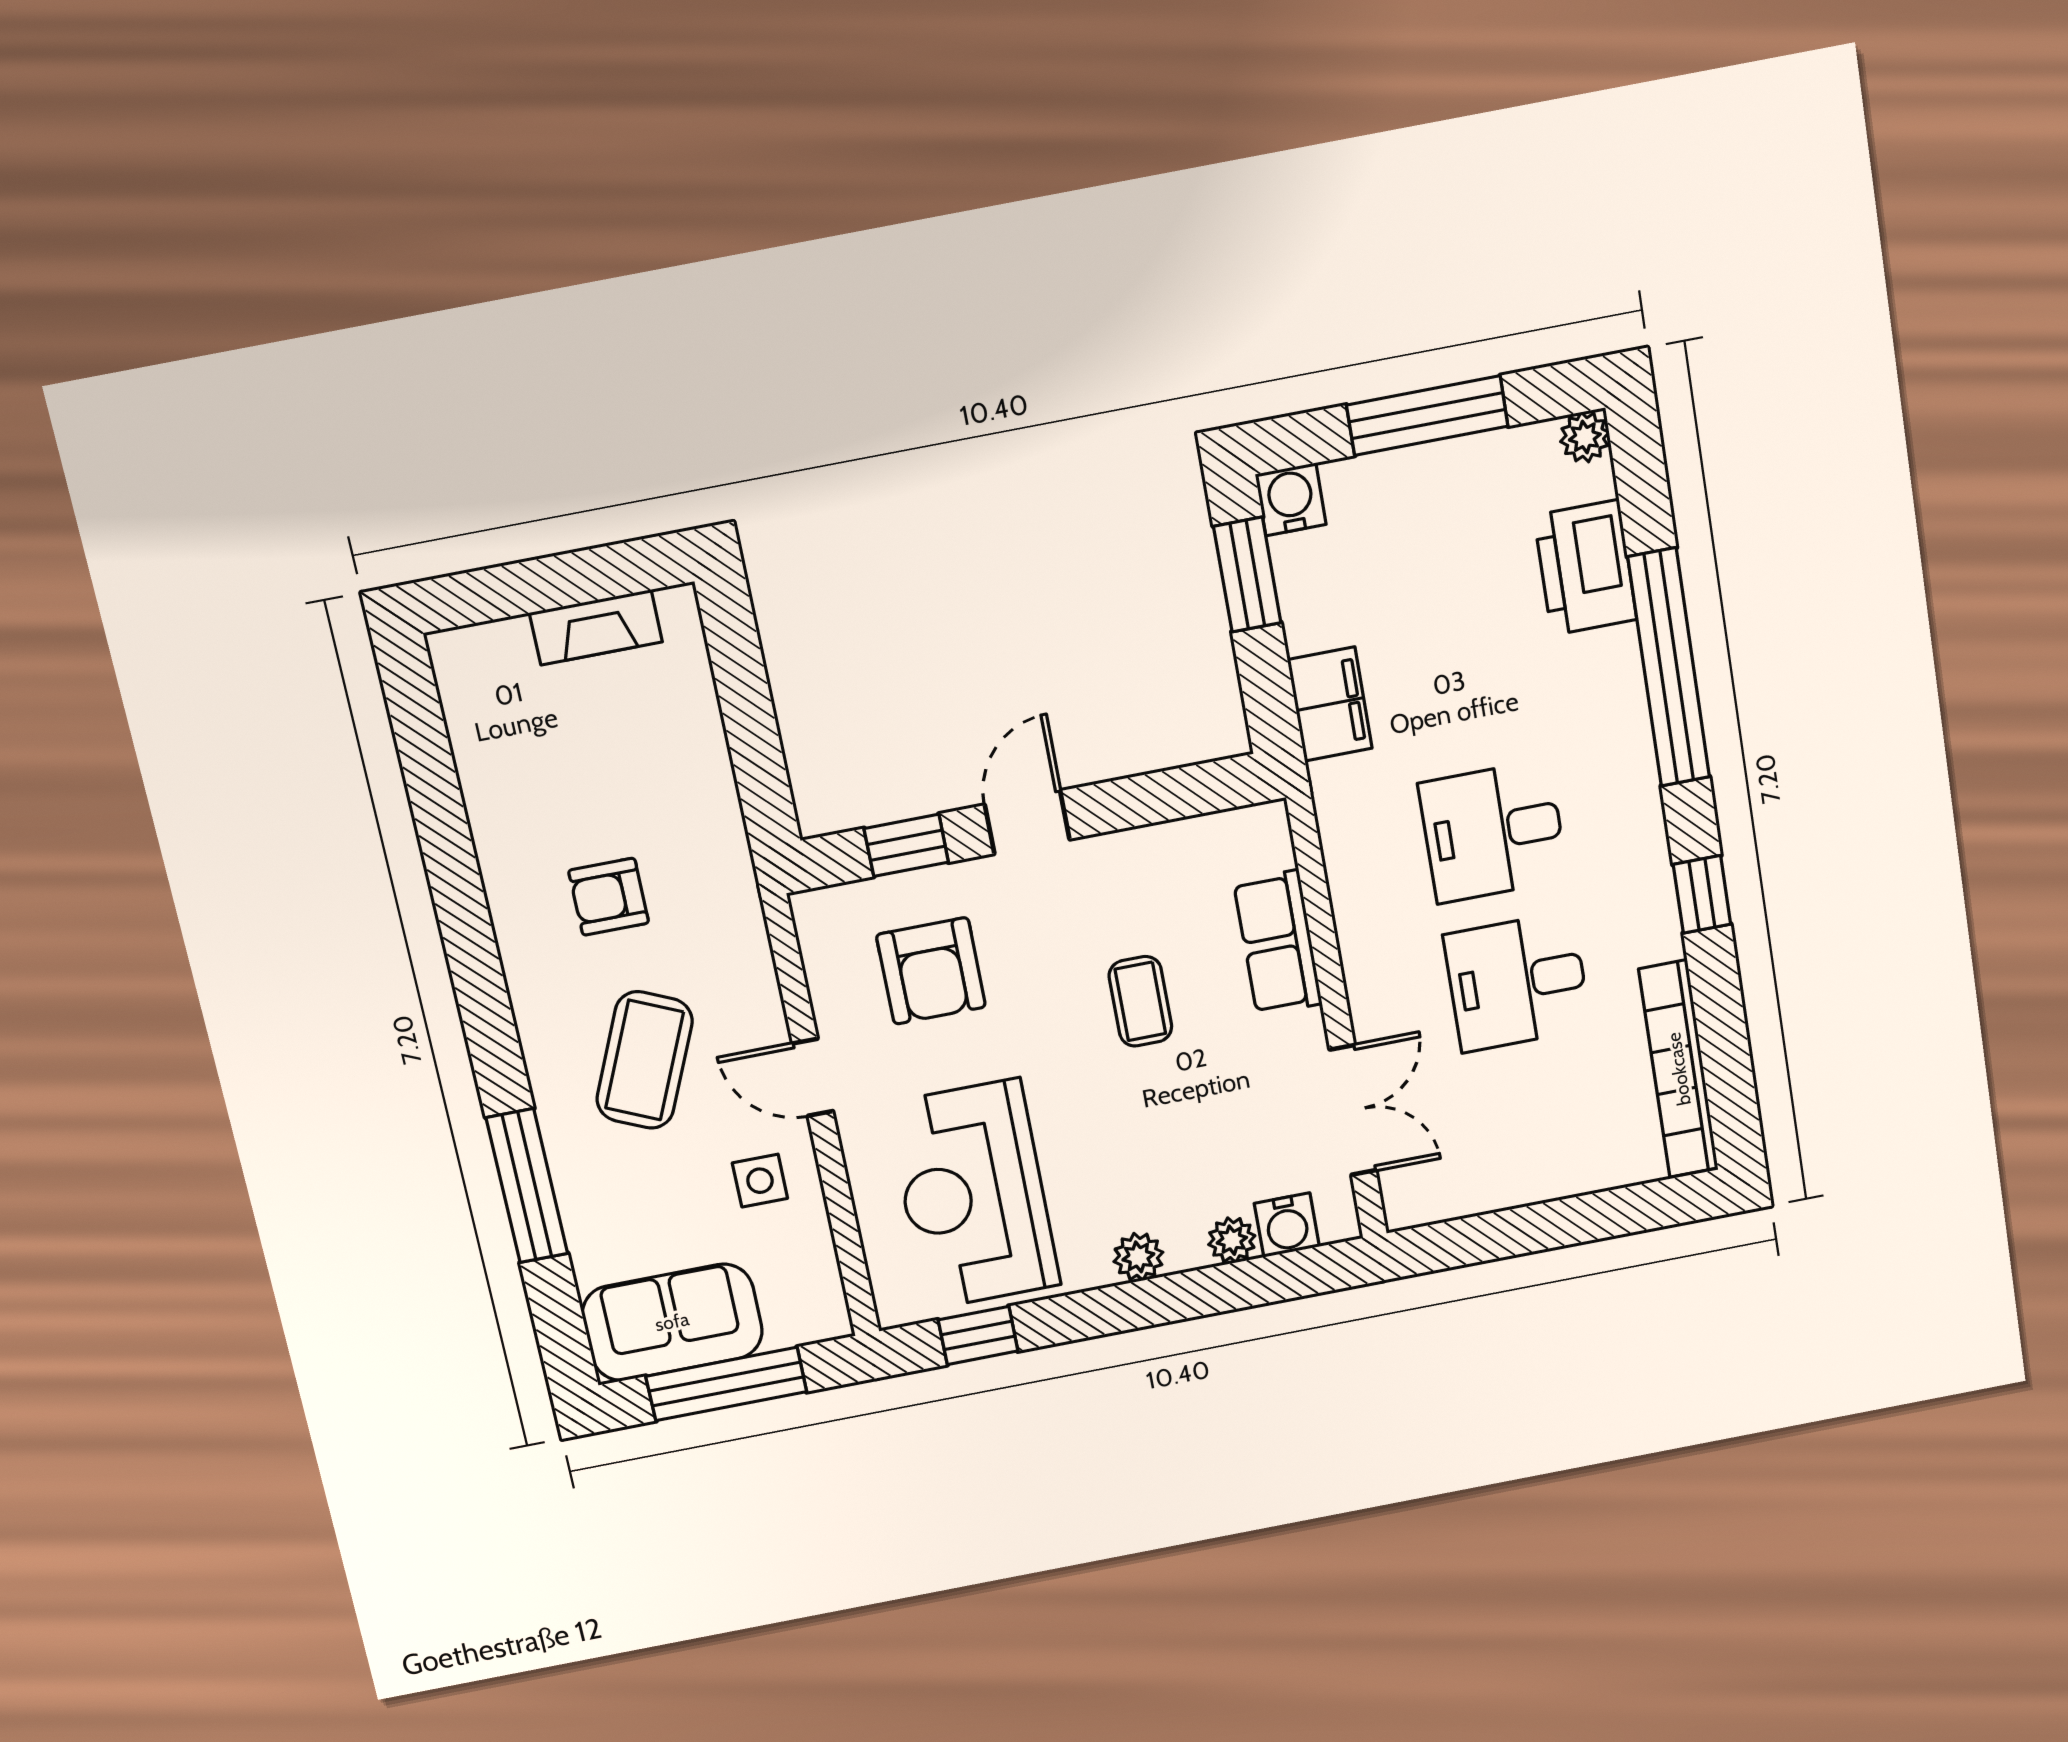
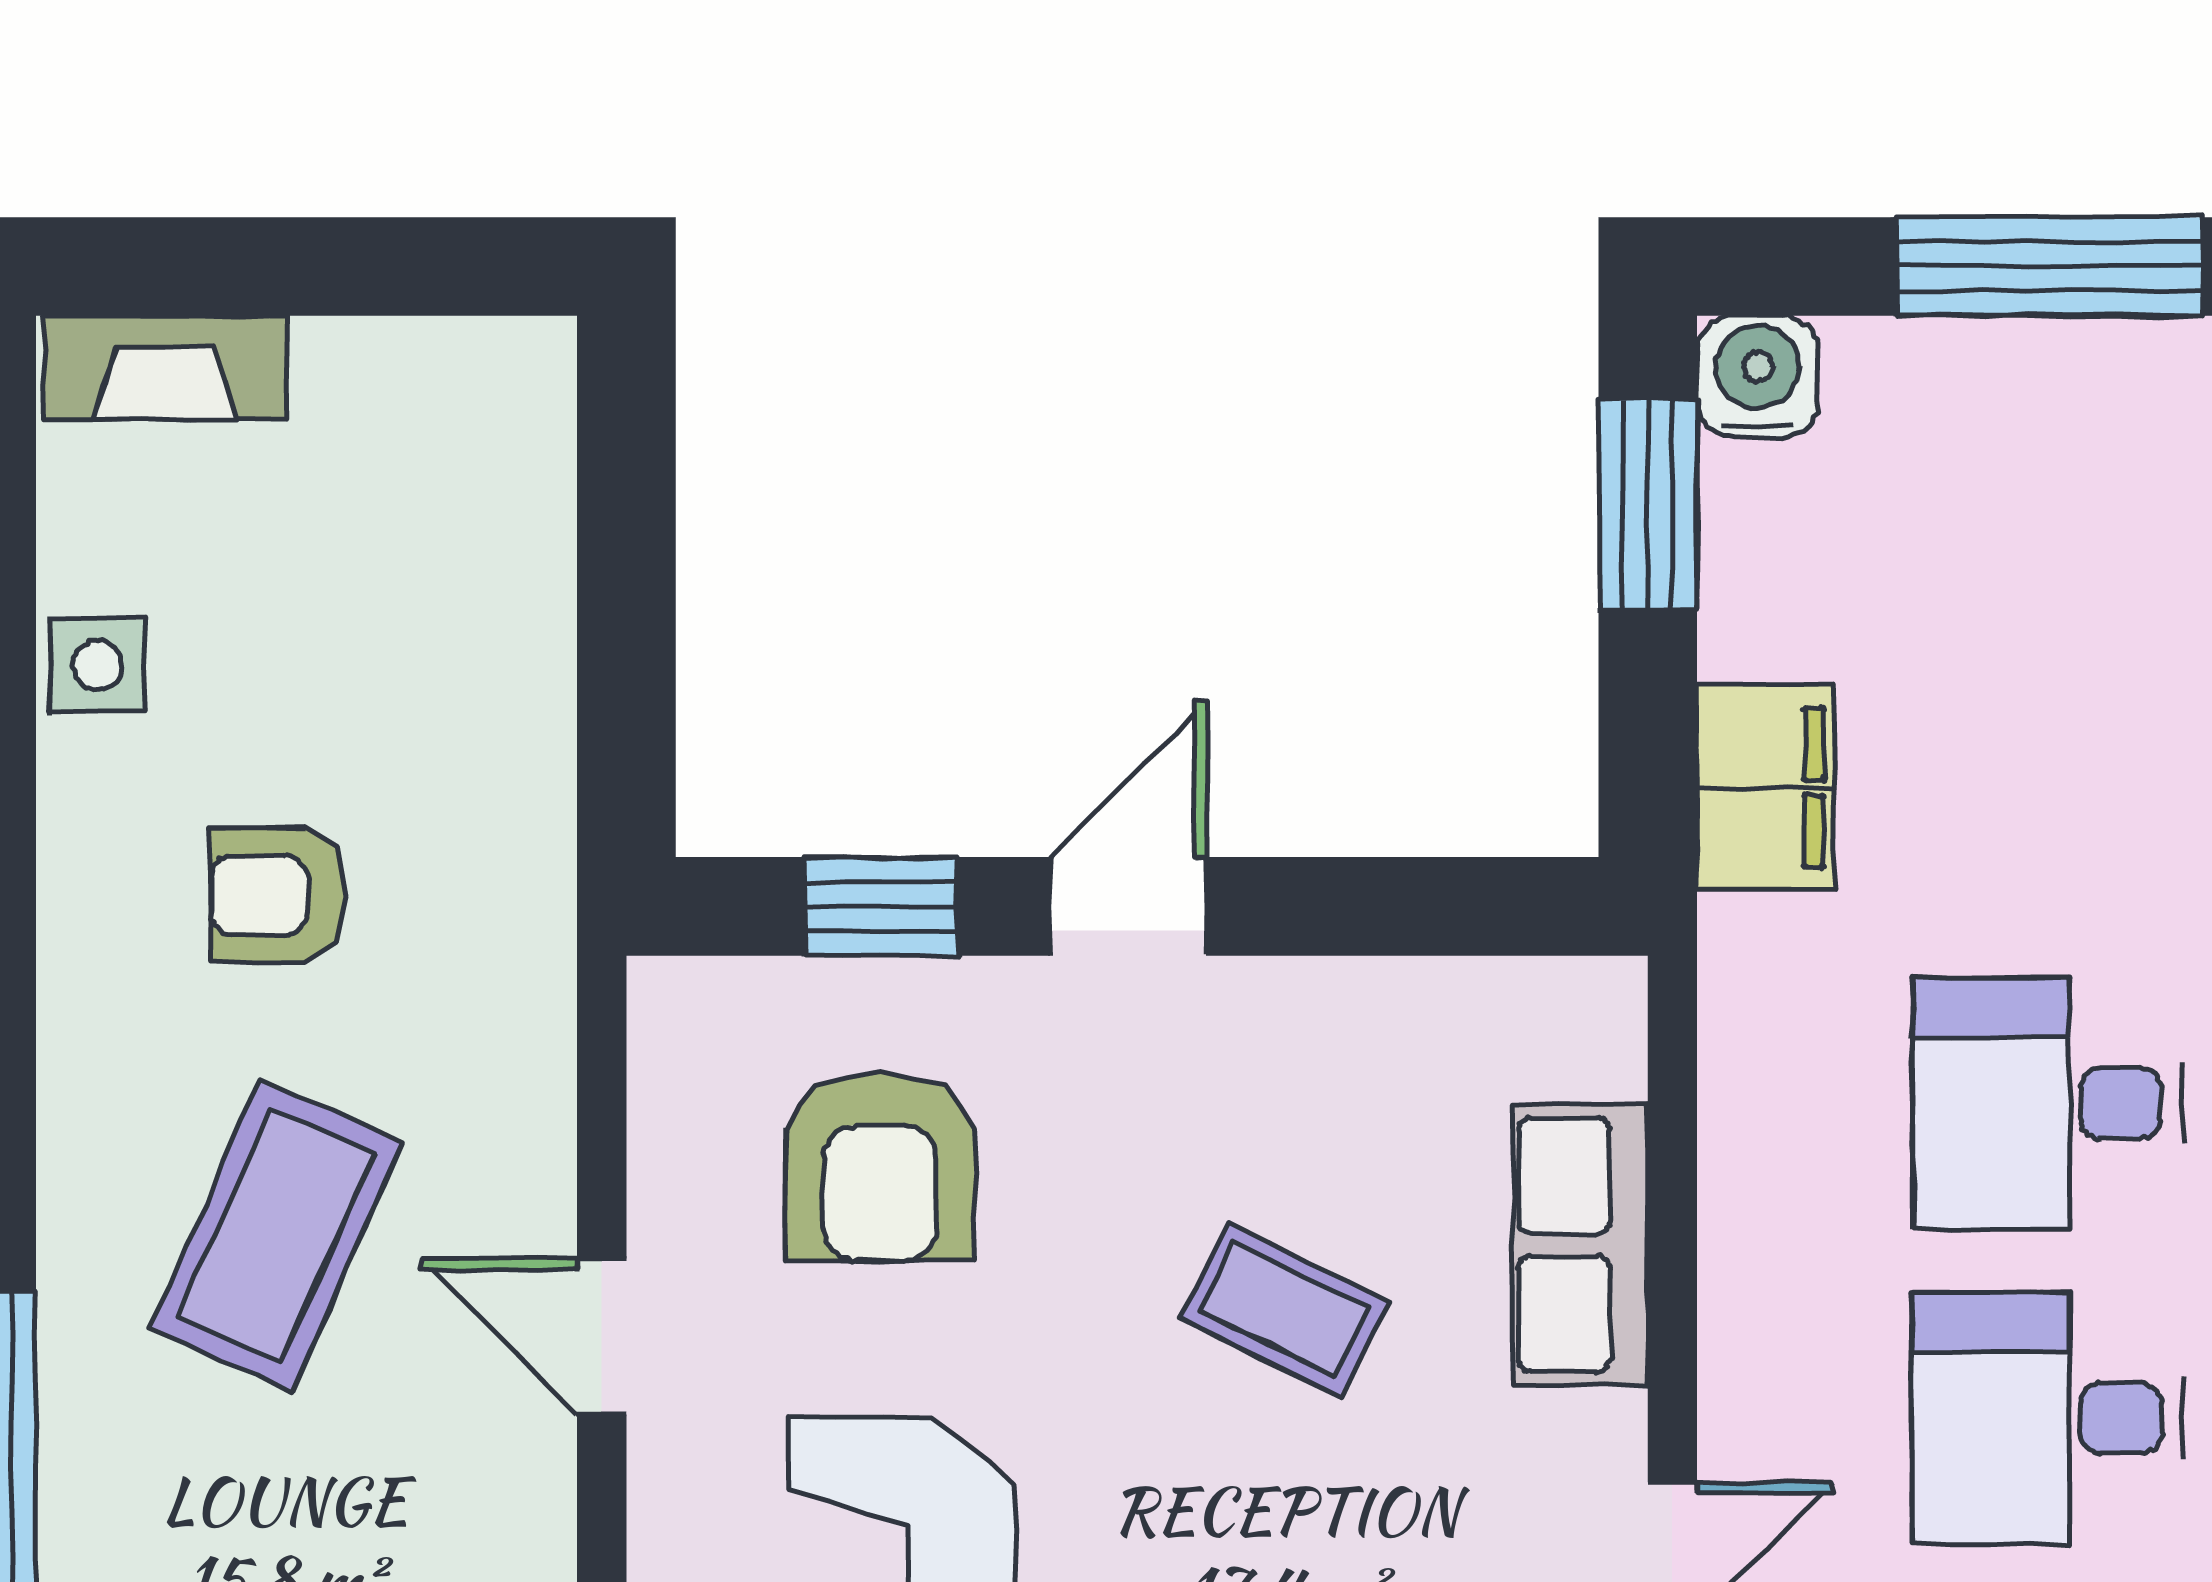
fireplace: (596, 627) -> (165, 368), moved
coffee table: (1140, 1001) -> (1284, 1310), turned -64
side table: (760, 1181) -> (98, 665), moved

